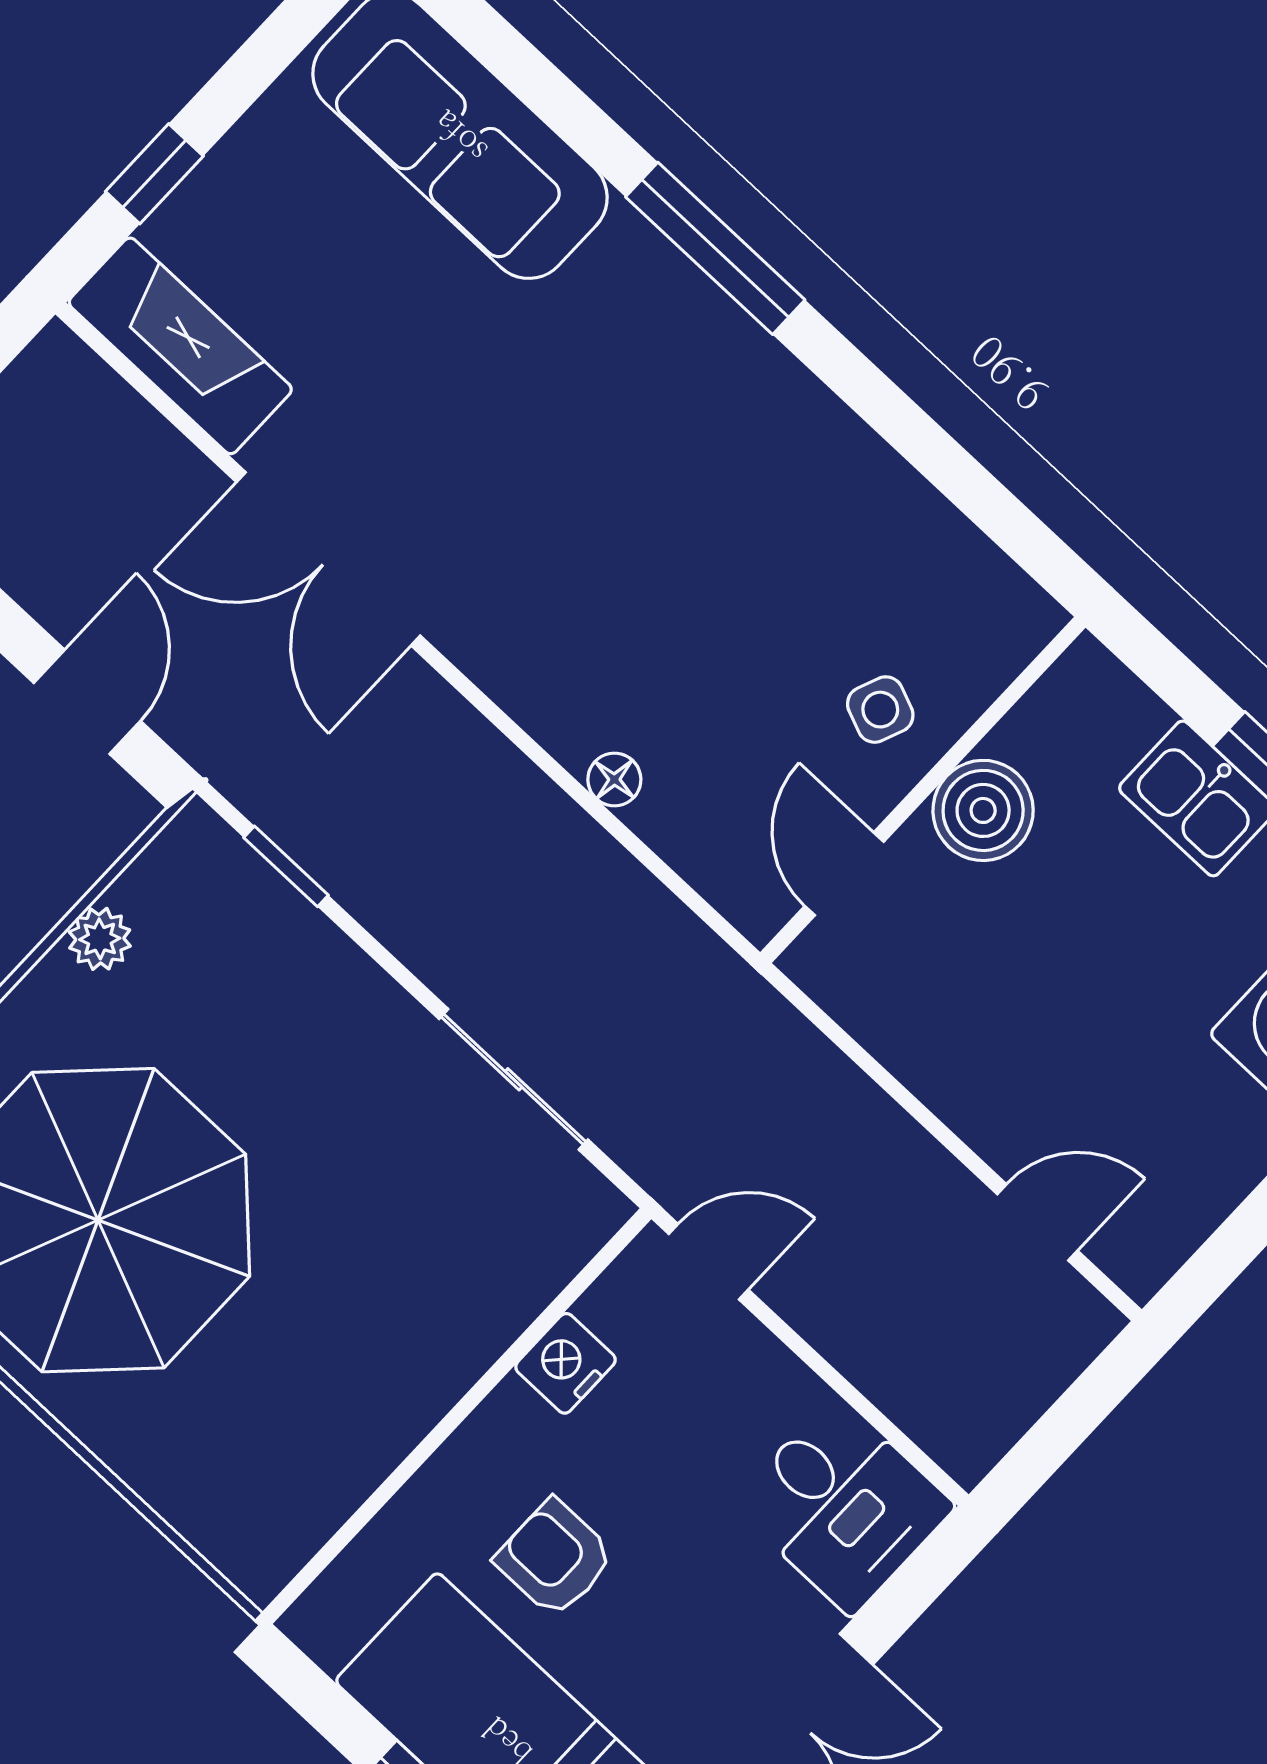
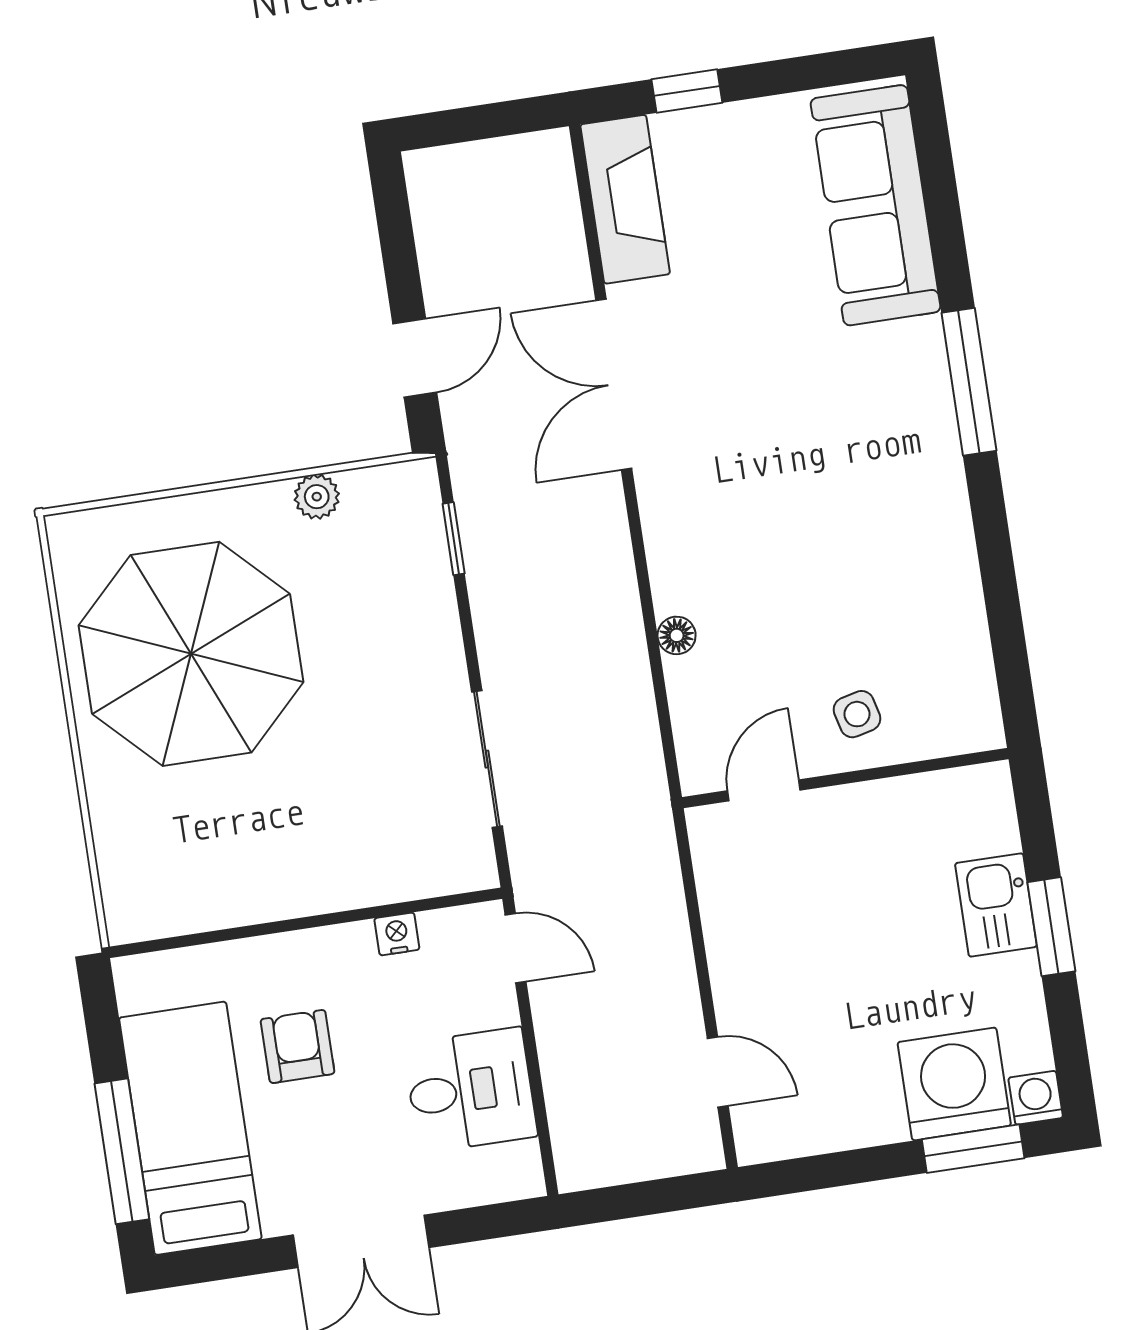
side table: (880, 710) -> (857, 714), turned -36
boiler: (983, 810) -> (870, 816), removed
nightstand: (566, 1363) -> (397, 934), width x0.72, depth x0.74
desk: (843, 1505) -> (470, 1090), moved, turned -90

